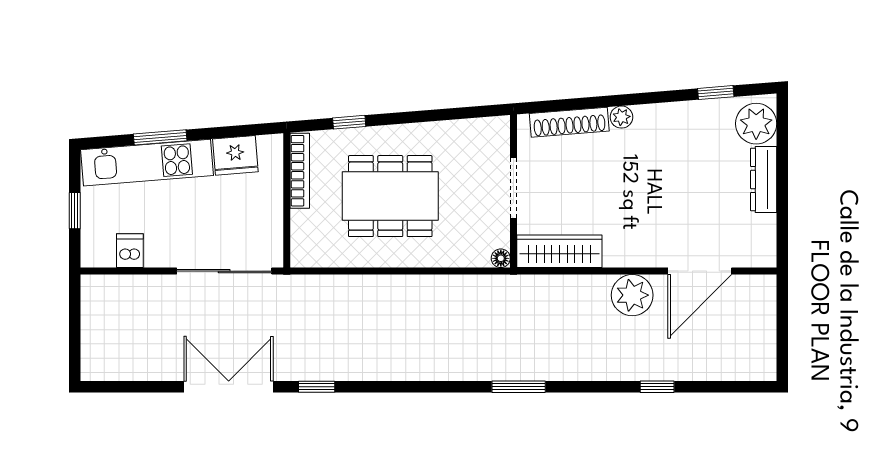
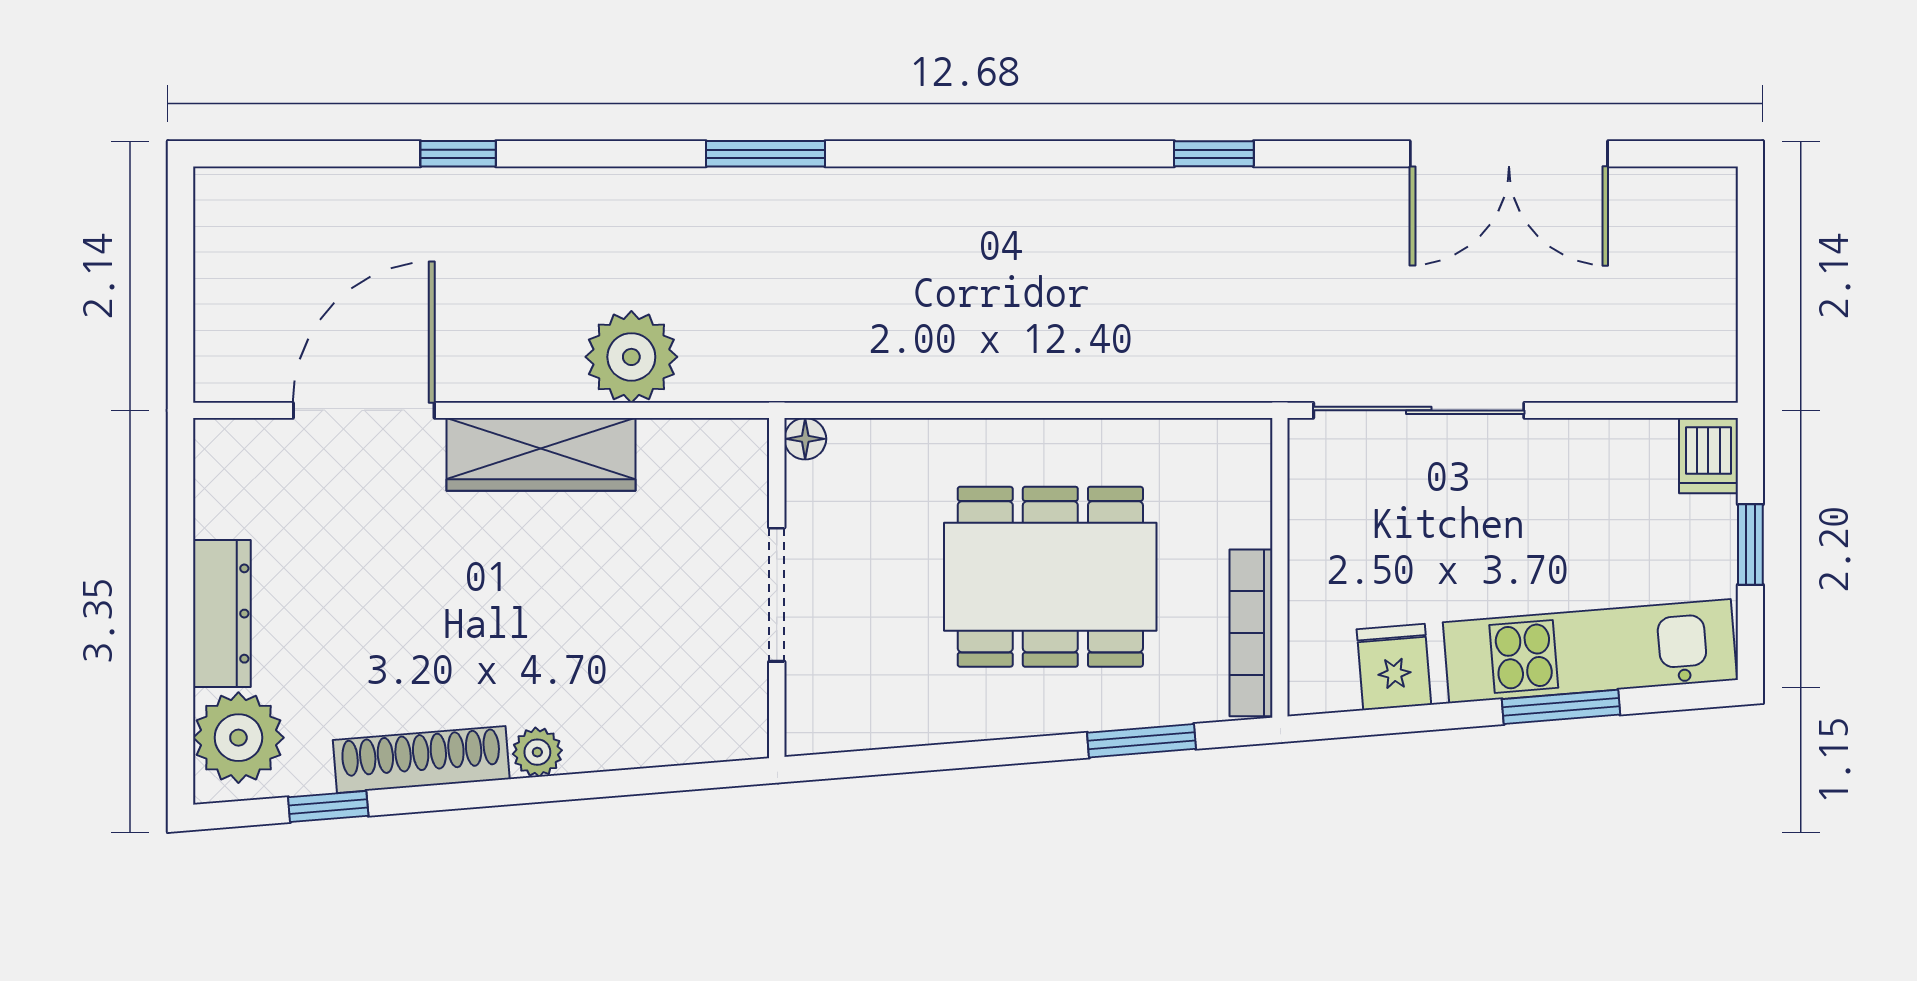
window: (349, 122) -> (1141, 741), width x1.50
shoe rack: (569, 122) -> (421, 759), moved
fridge: (235, 155) -> (1394, 667), width x0.72
dishwasher: (130, 251) -> (1708, 456), moved
wardrobe: (559, 251) -> (541, 454), moved
plant: (632, 295) -> (631, 357), moved
double door: (229, 387) -> (1509, 154), moved

